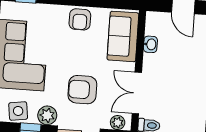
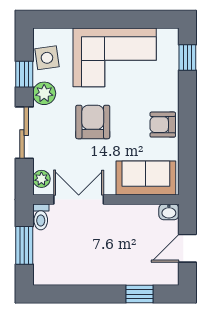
washbasin: (150, 44) -> (169, 212), moved
armchair: (82, 90) -> (93, 122), moved

